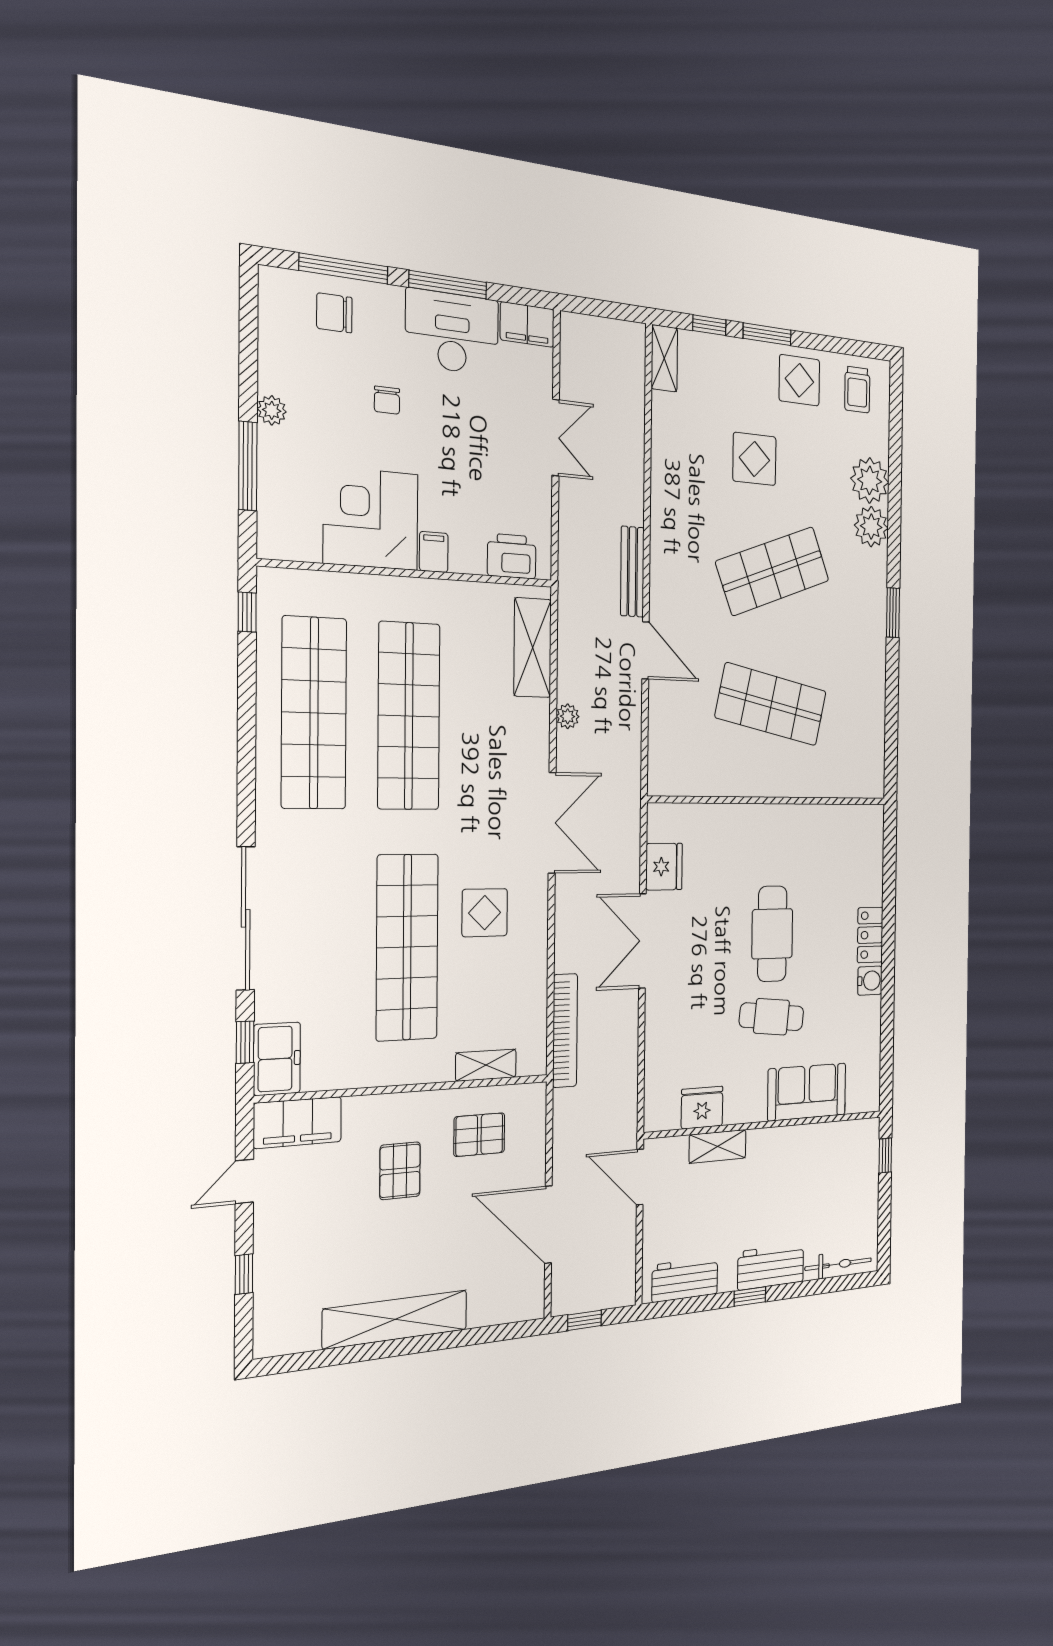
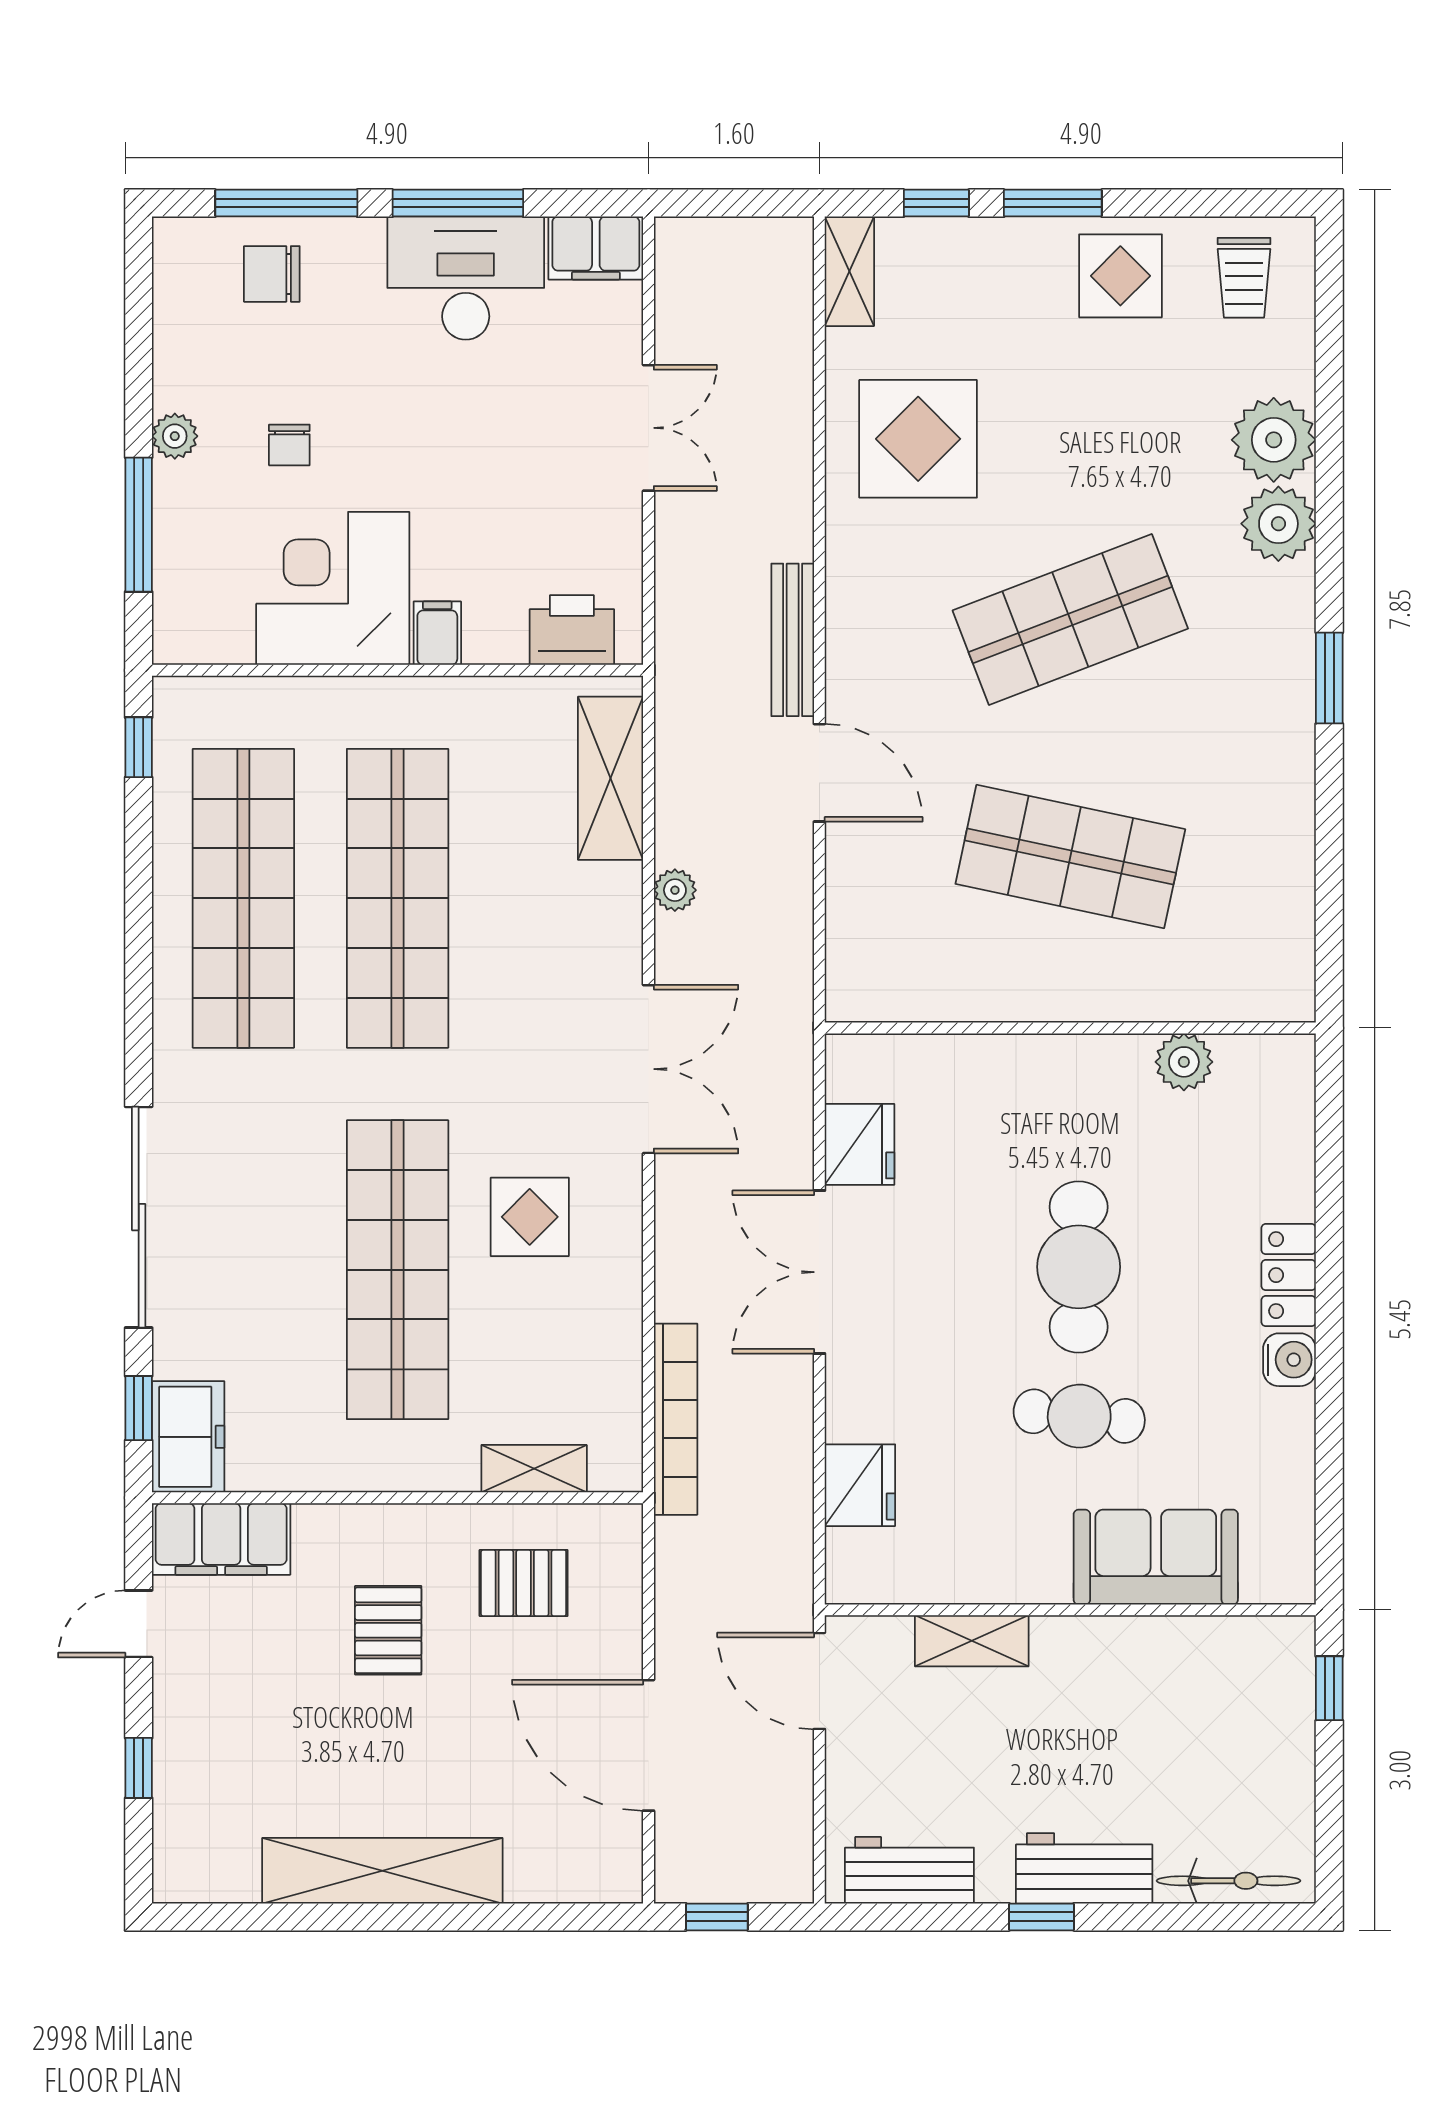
chair: (387, 400) -> (289, 445), moved
display table: (754, 459) -> (918, 439), moved, width x1.36, depth x1.36
plant: (824, 820) -> (1184, 1062), added
fridge: (702, 1108) -> (860, 1485), moved, turned 90

